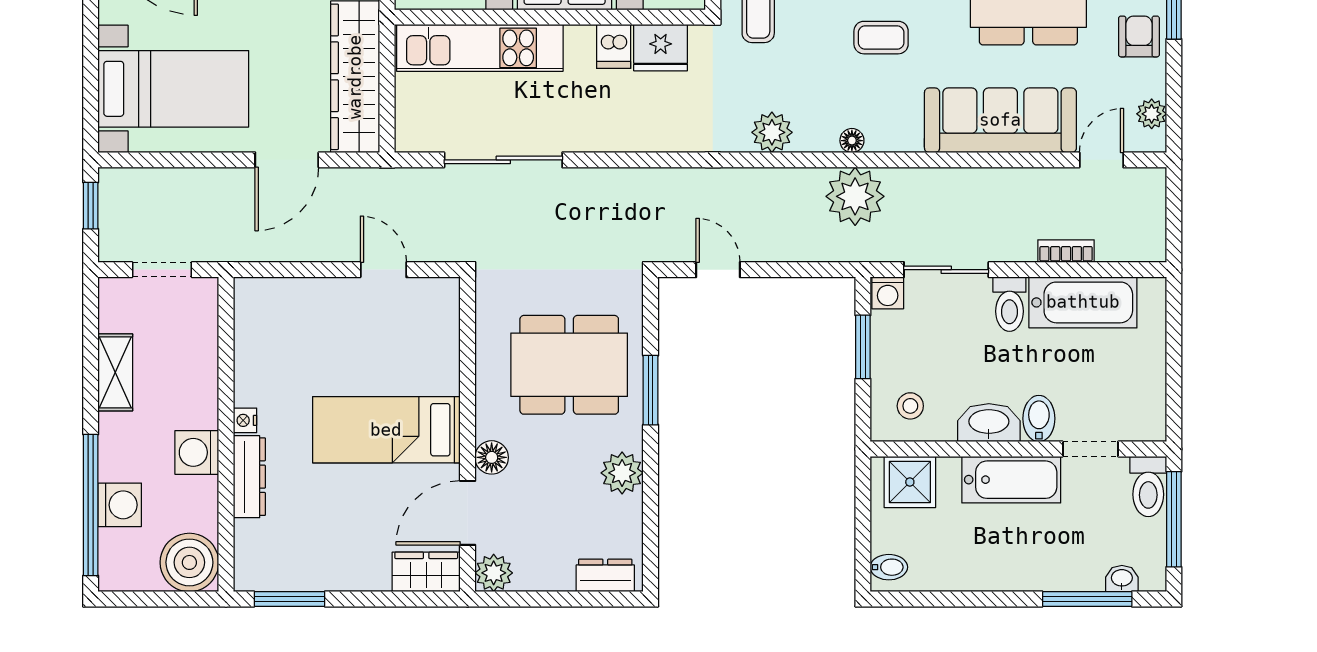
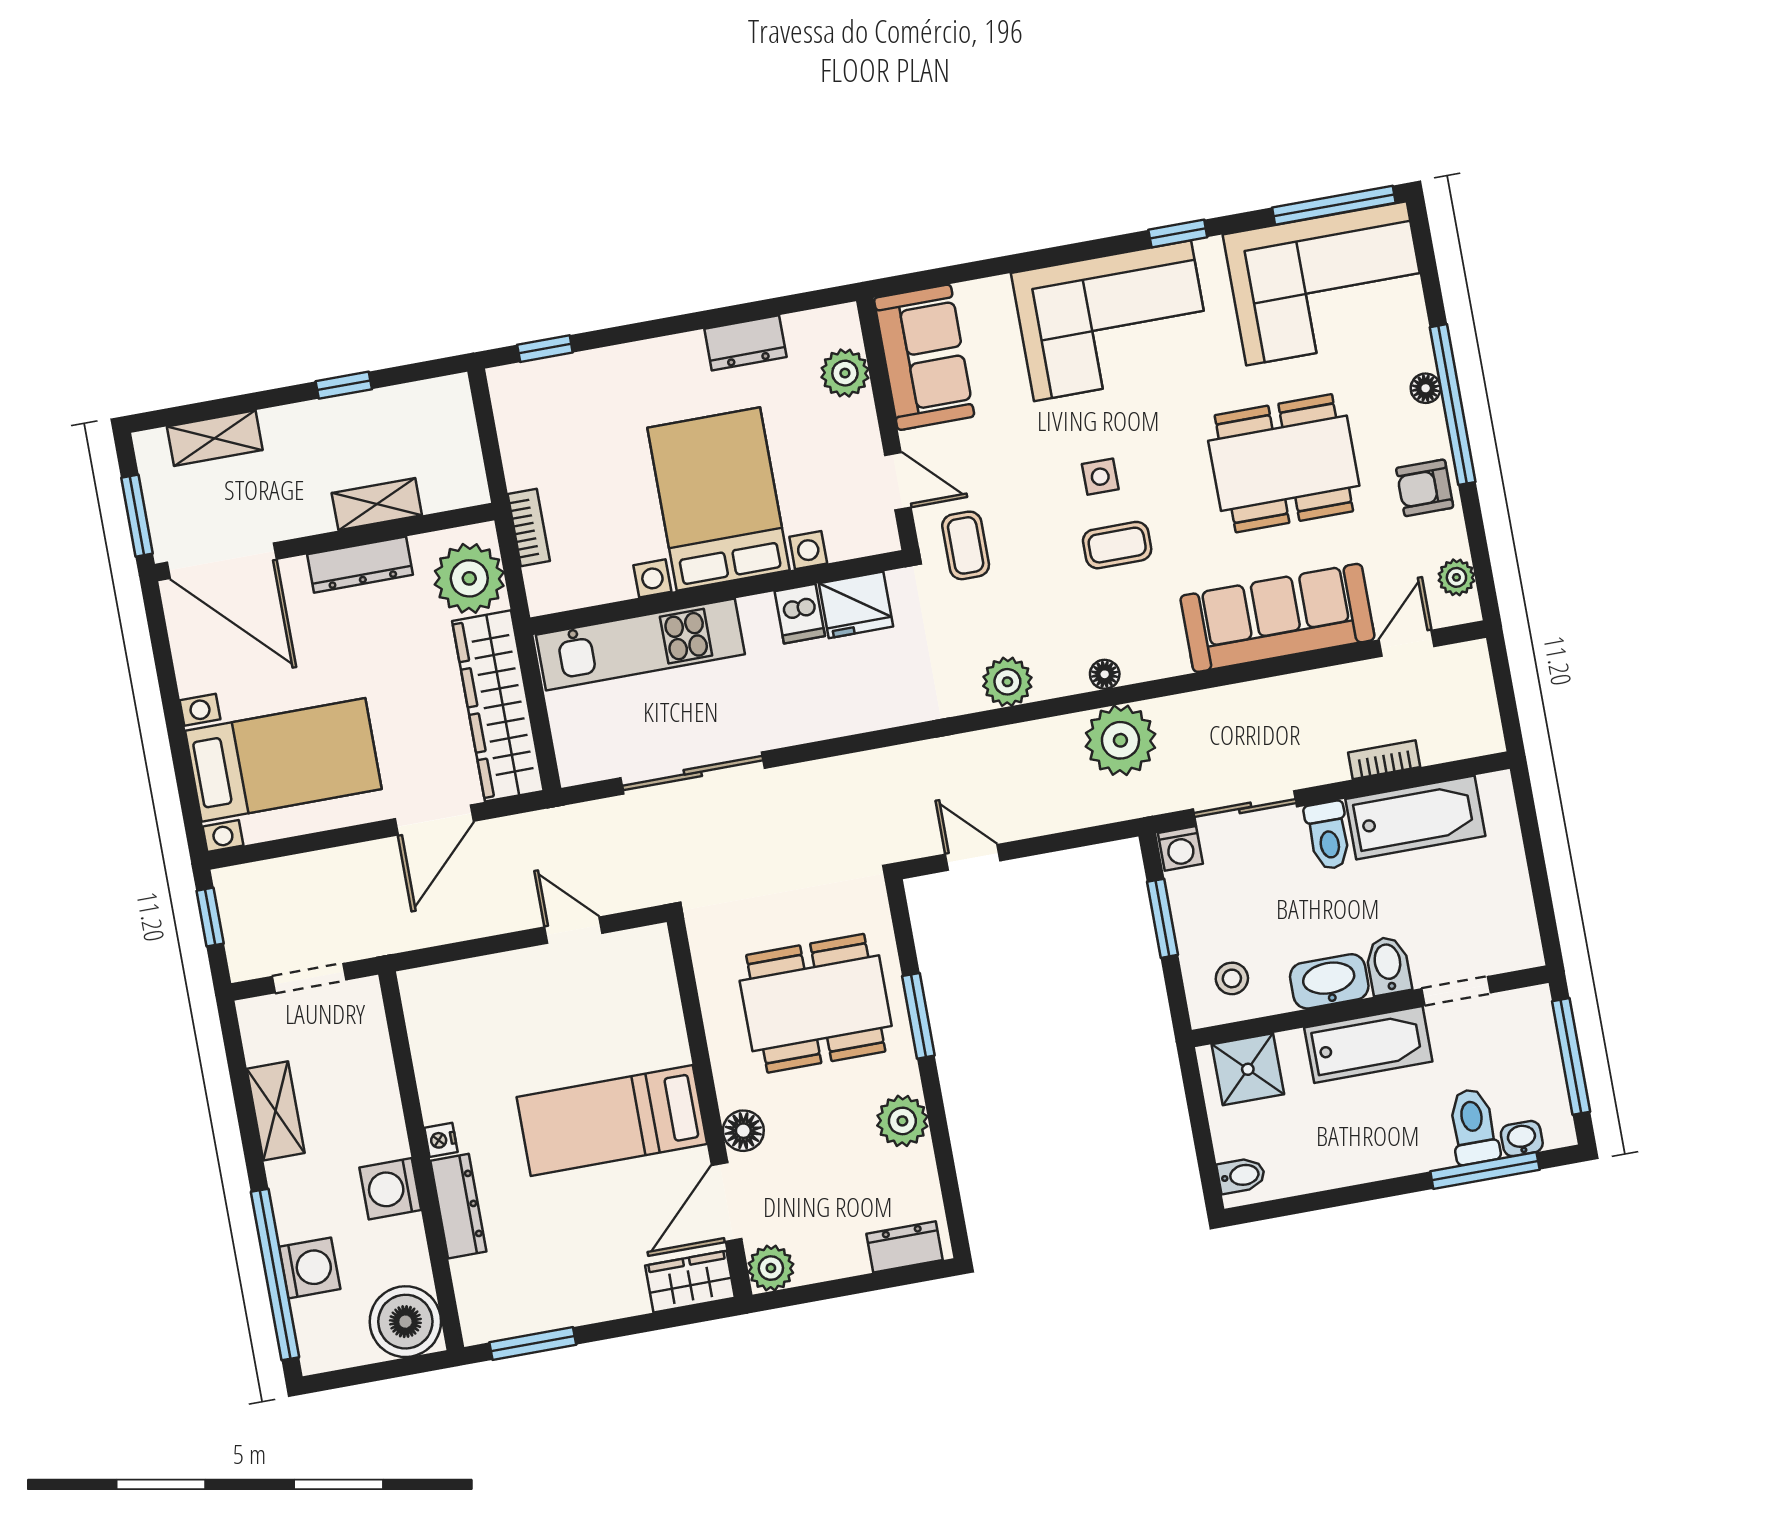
armchair: (1139, 36) -> (1425, 488), turned -90
toilet: (1148, 486) -> (1473, 1126), moved, turned 180

